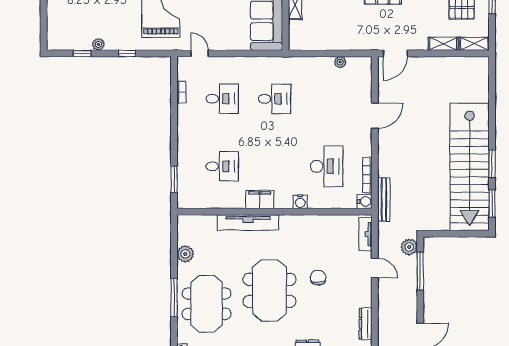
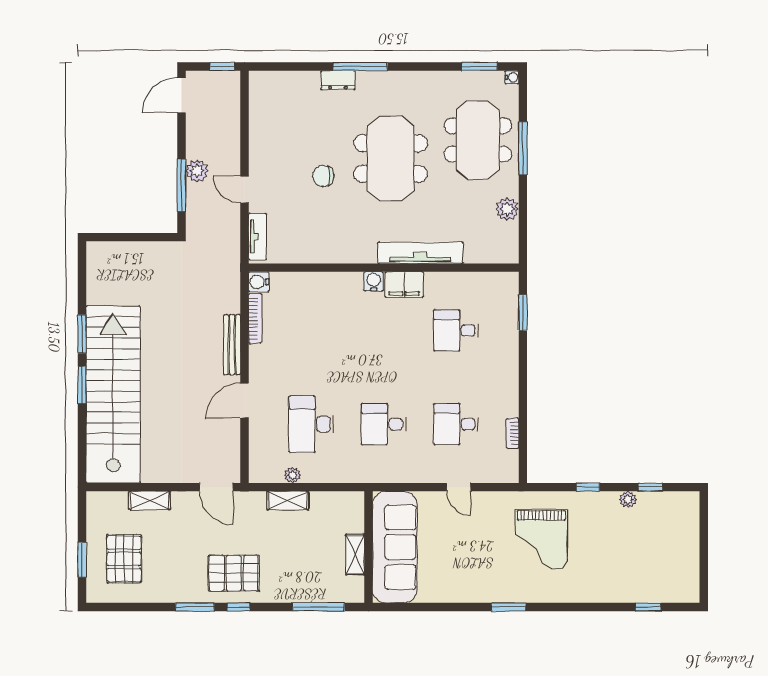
shelving: (474, 44) -> (288, 500), moved
door: (200, 53) -> (459, 487), moved
door: (395, 53) -> (216, 487), swing flipped
desk: (327, 166) -> (311, 424), moved
stairs: (470, 167) -> (113, 394), moved
bench: (384, 199) -> (232, 345), moved
water cooler: (300, 202) -> (374, 281), moved
window: (492, 204) -> (82, 385), moved
plant: (409, 247) -> (197, 171), moved
chair: (318, 278) -> (323, 176), turned 90
dresser: (366, 324) -> (257, 112), removed

